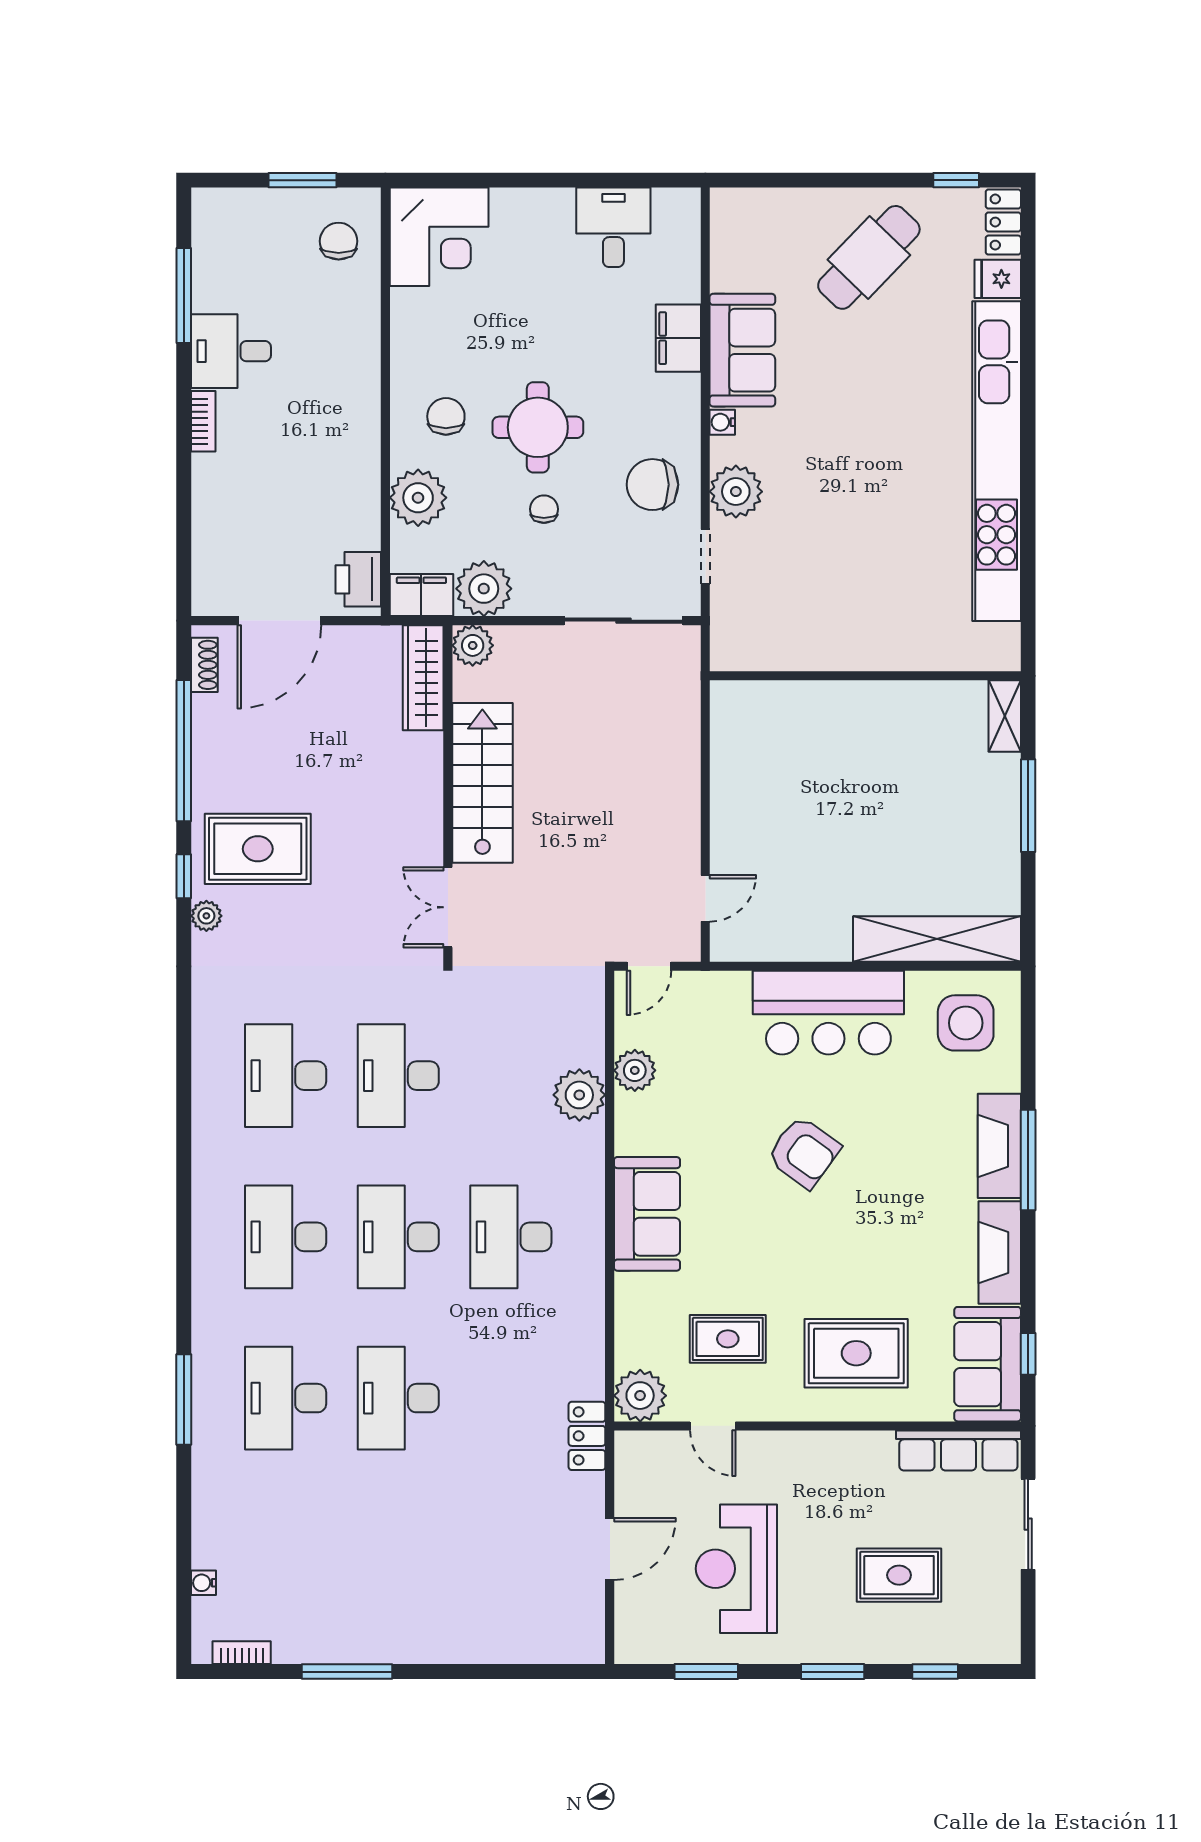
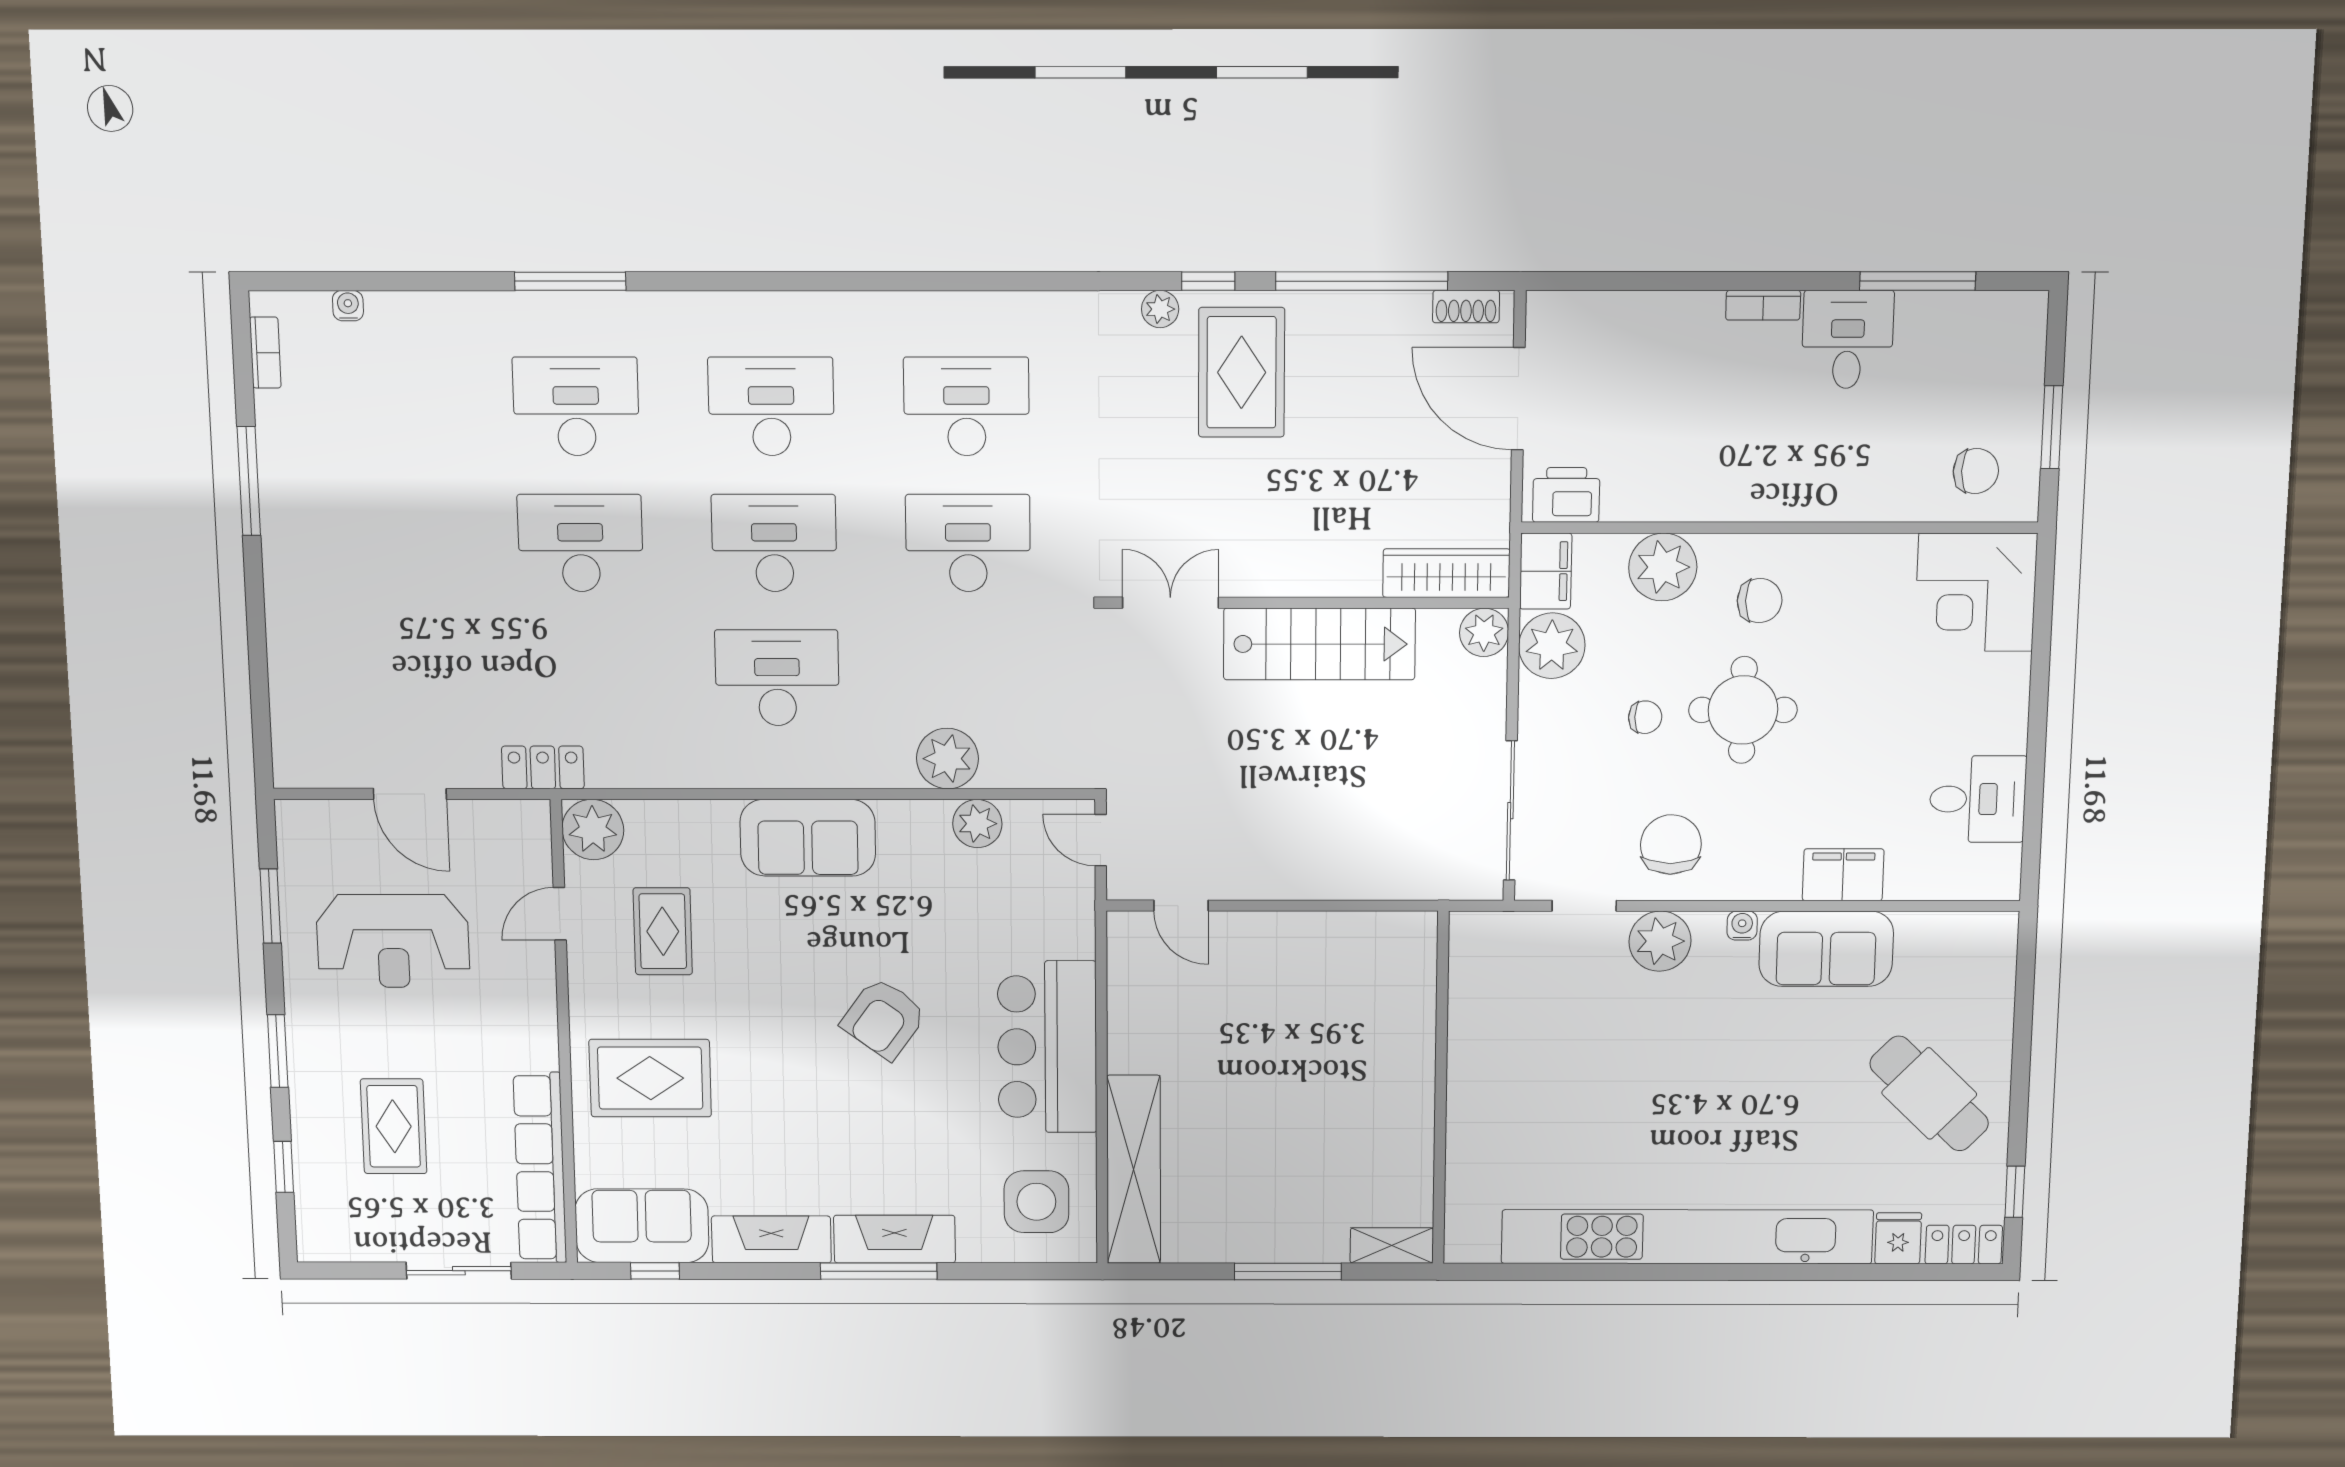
rug: (856, 1353) -> (650, 1078), turned 90
row of seats: (958, 1451) -> (540, 1168), width x1.36
reception desk: (736, 1569) -> (393, 941), turned 180

